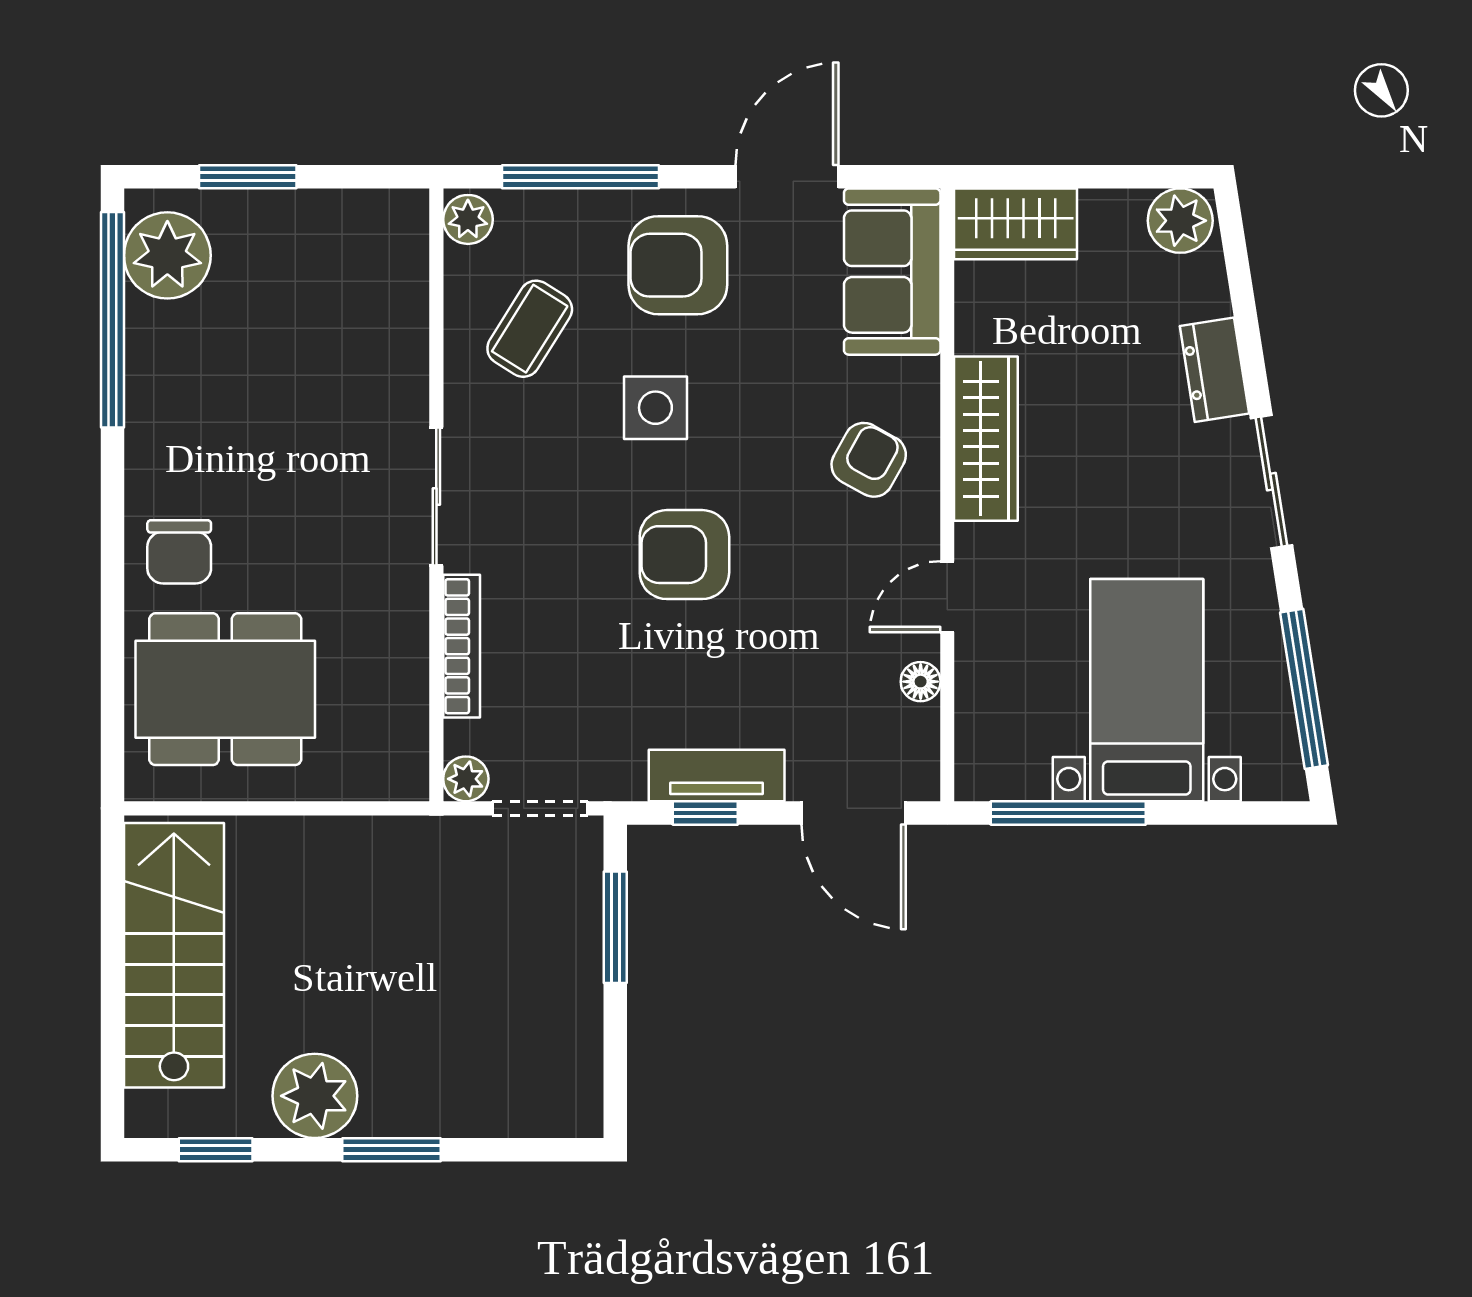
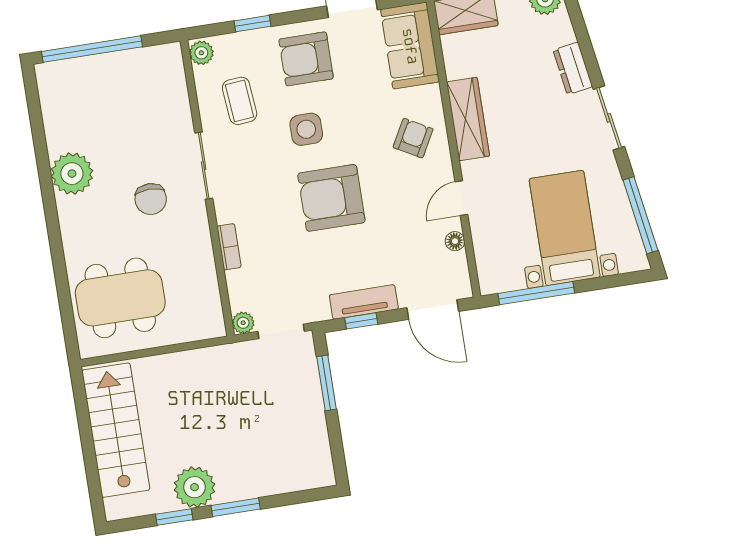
window: (248, 177) -> (92, 49), width x2.11
window: (581, 177) -> (252, 24), width x0.46
plant: (167, 255) -> (72, 174), moved
window: (112, 320) -> (38, 128), removed
coffee table: (530, 329) -> (240, 101), turned -37
sliding door: (436, 497) -> (204, 166), moved
chair: (179, 552) -> (151, 199), moved
armchair: (684, 555) -> (331, 198), width x1.36, depth x1.36
bookcase: (462, 646) -> (229, 247), width x0.64
window: (216, 1150) -> (174, 517), moved

